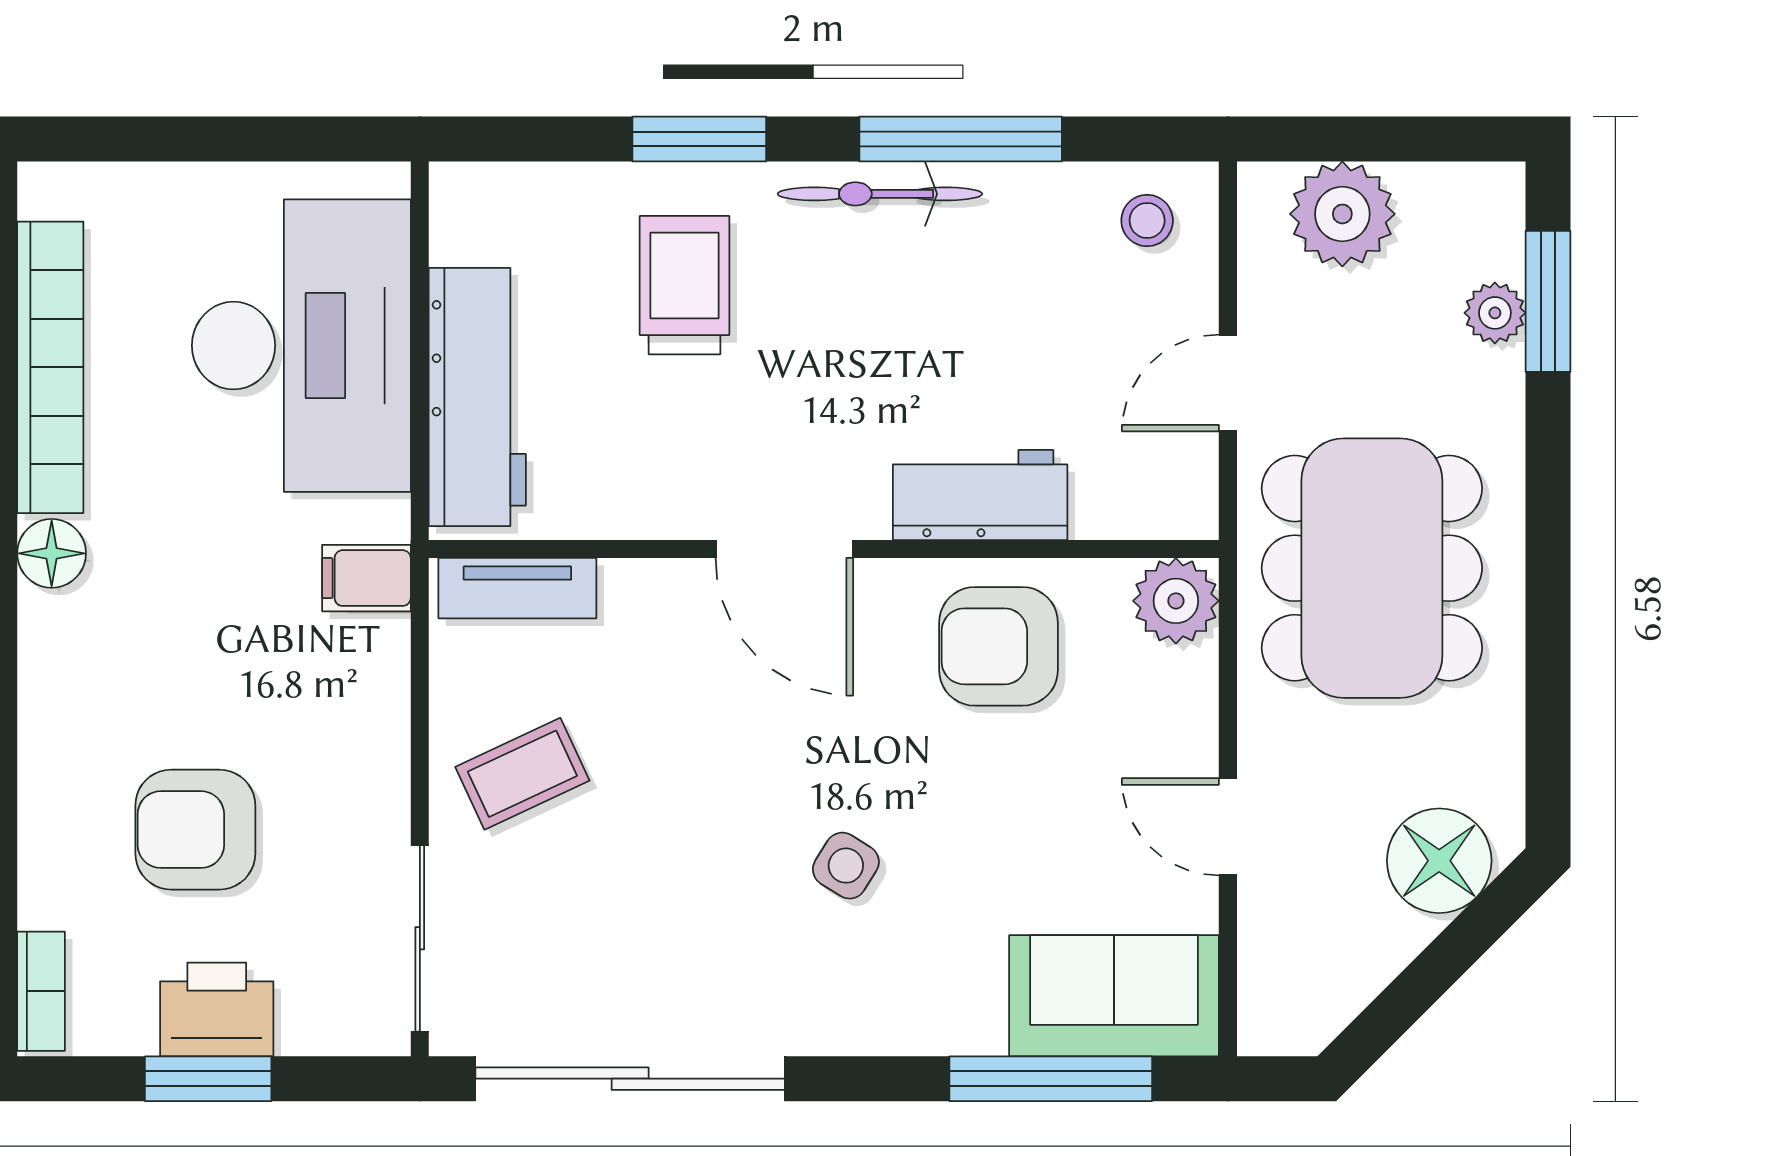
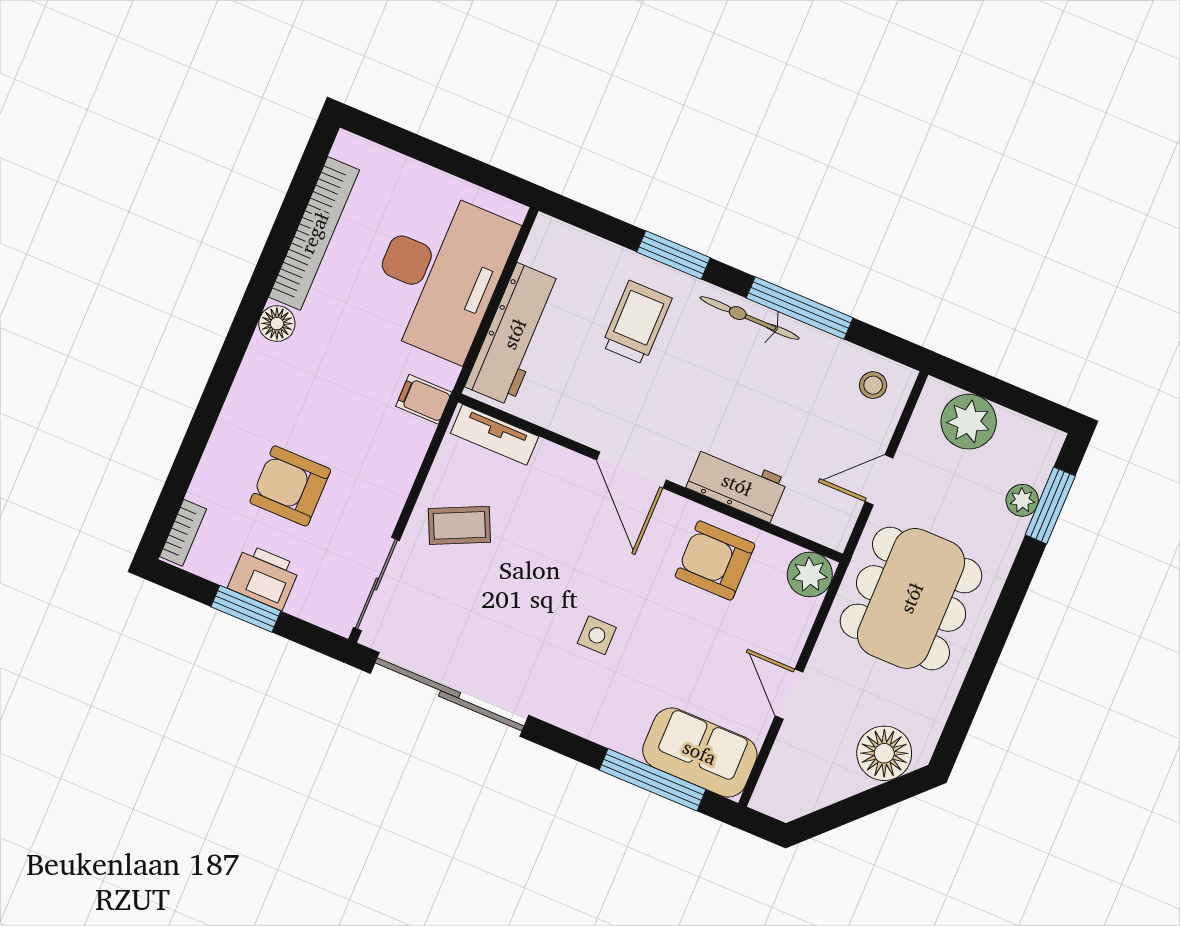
side table: (846, 866) -> (597, 635), turned -32

